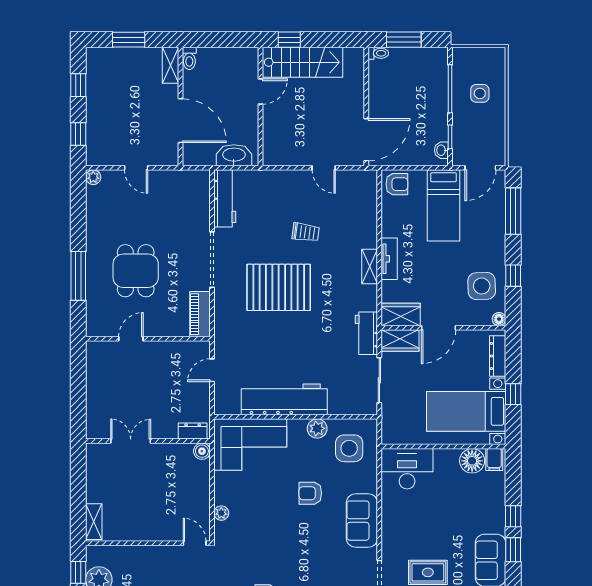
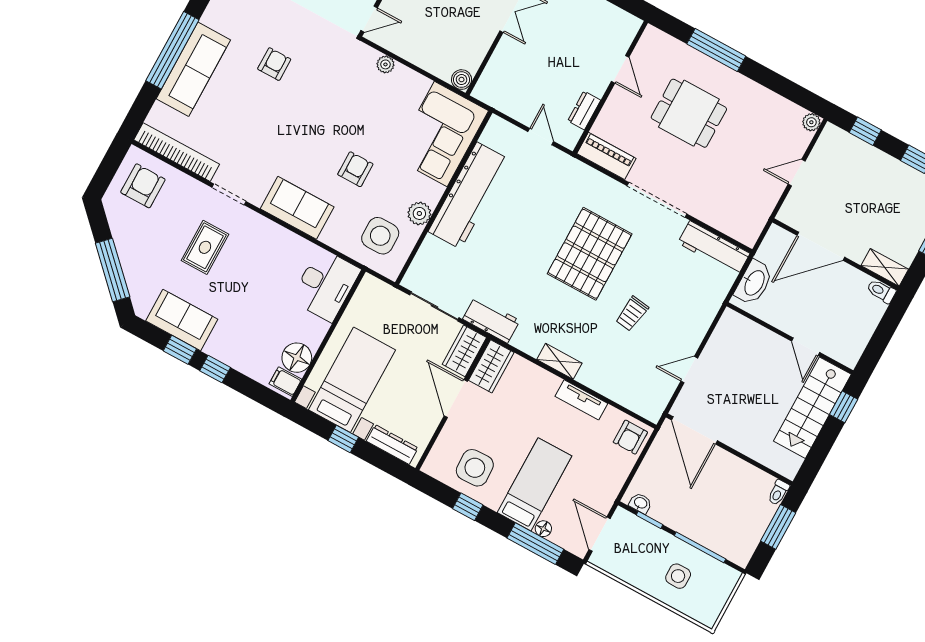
bed: (444, 205) -> (534, 484), moved, turned 90
tv unit: (389, 259) -> (581, 400), moved
floor lamp: (499, 319) -> (543, 529), moved
dresser: (193, 431) -> (584, 110), moved, turned 180

